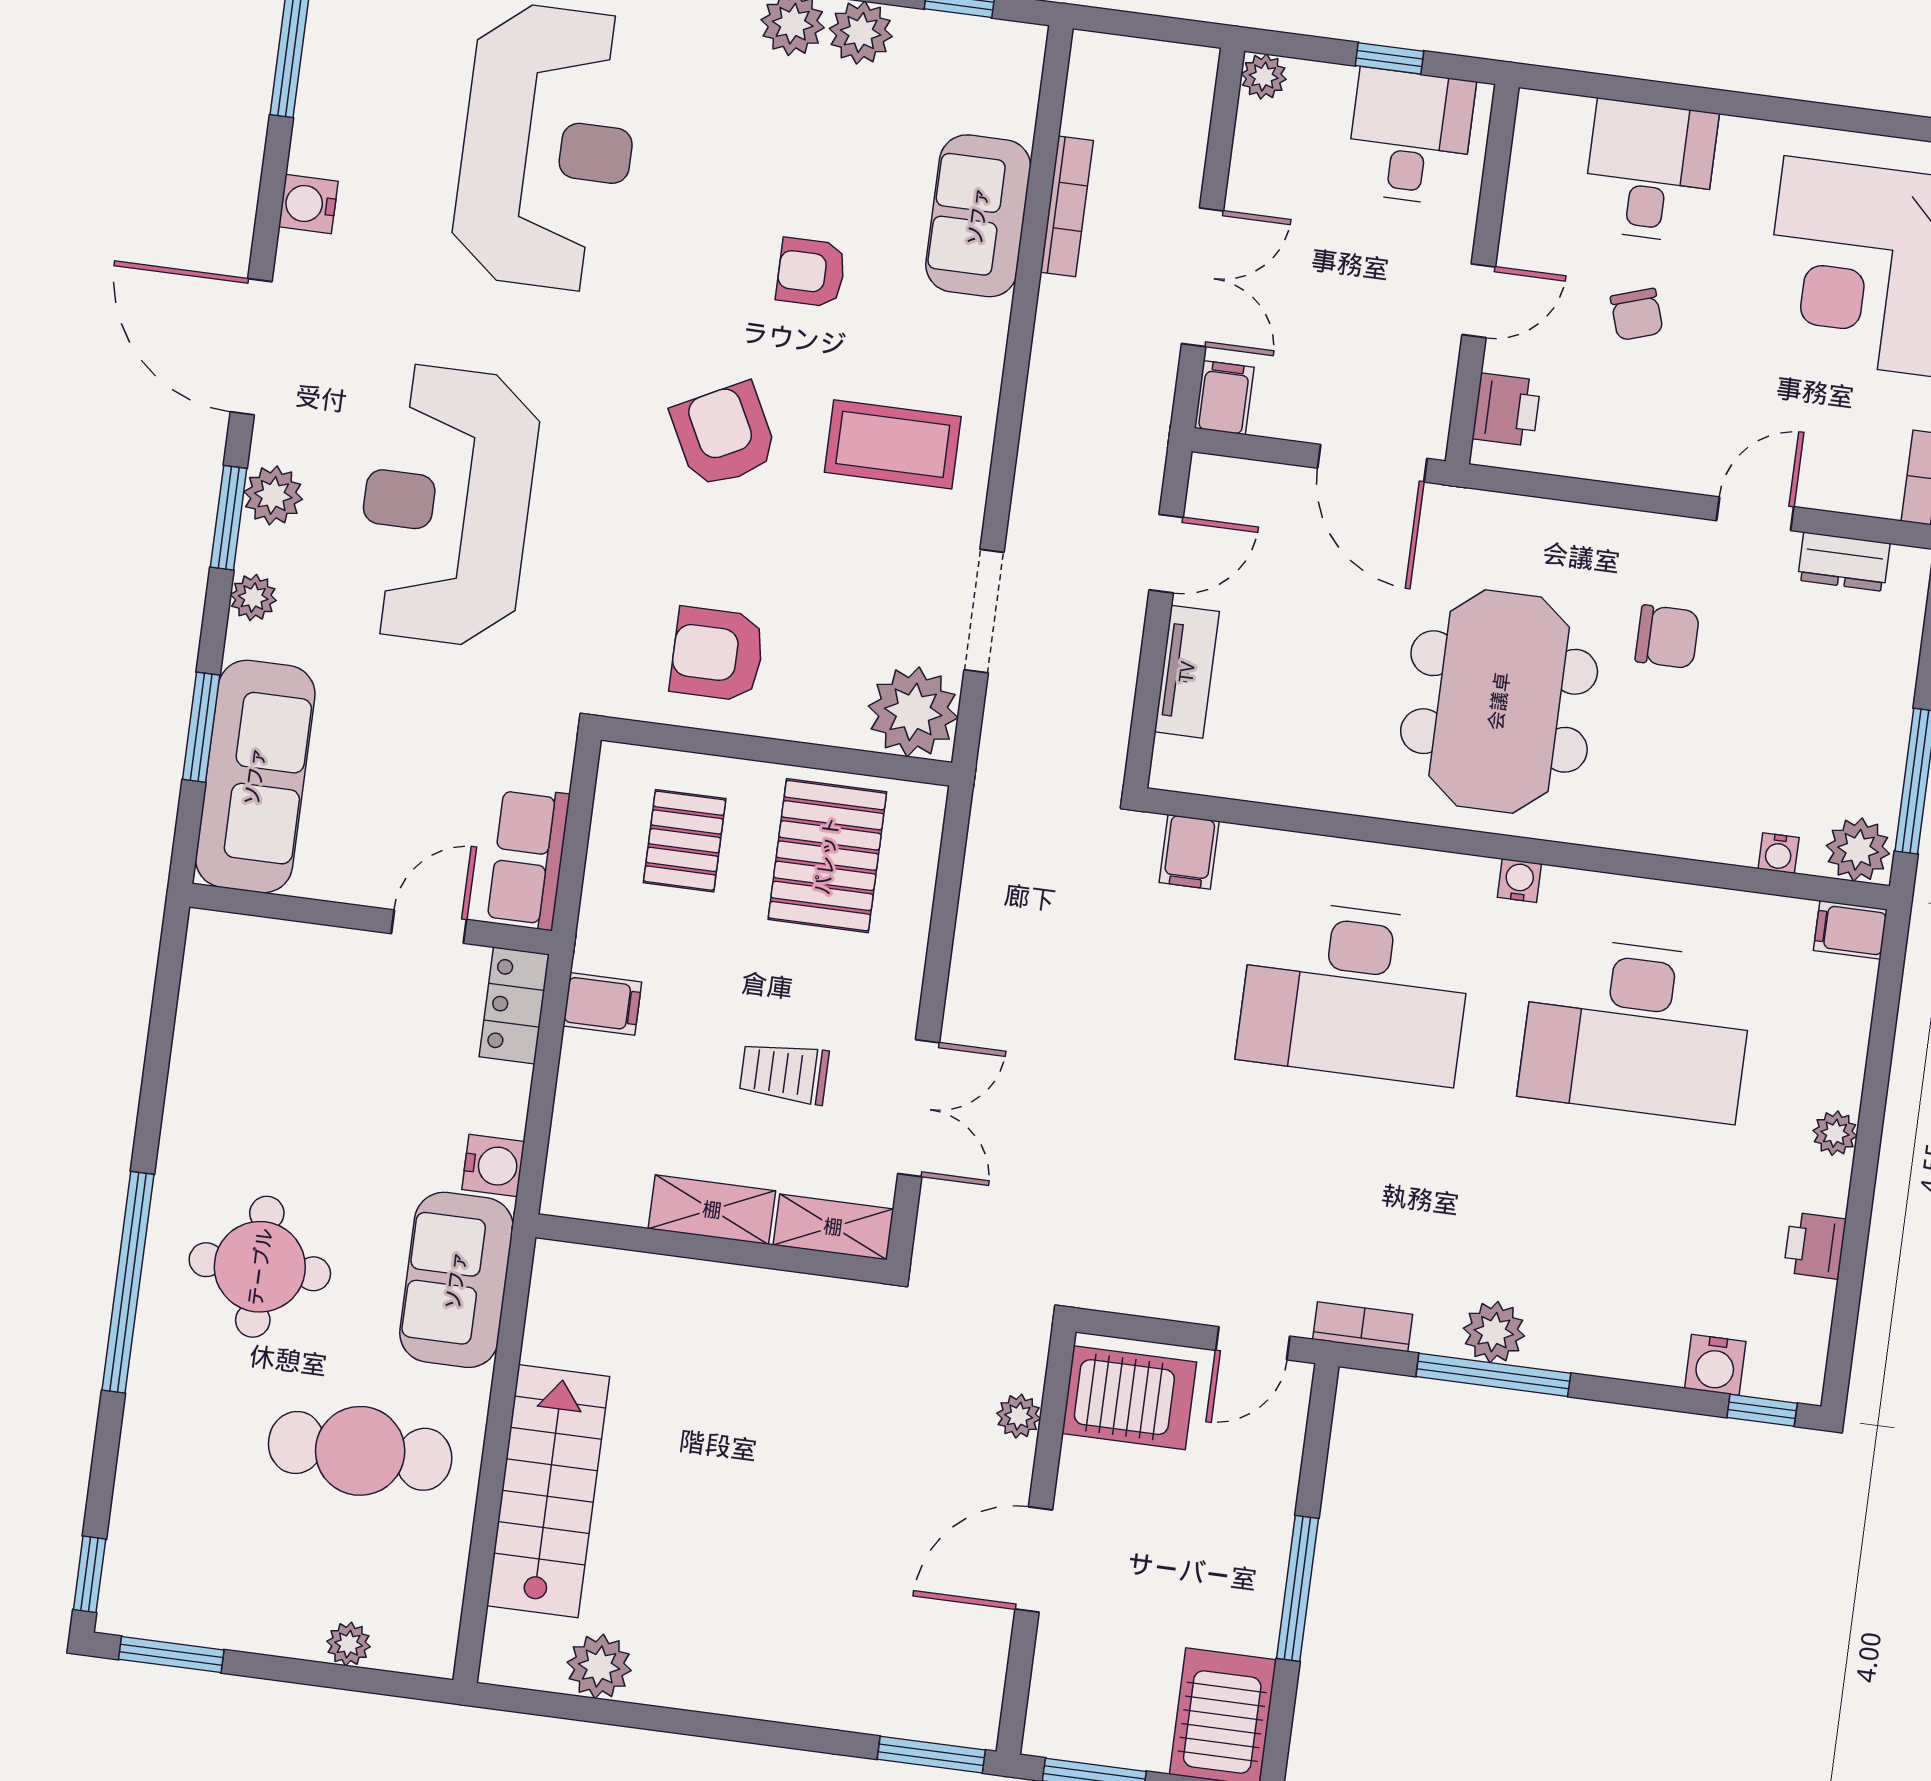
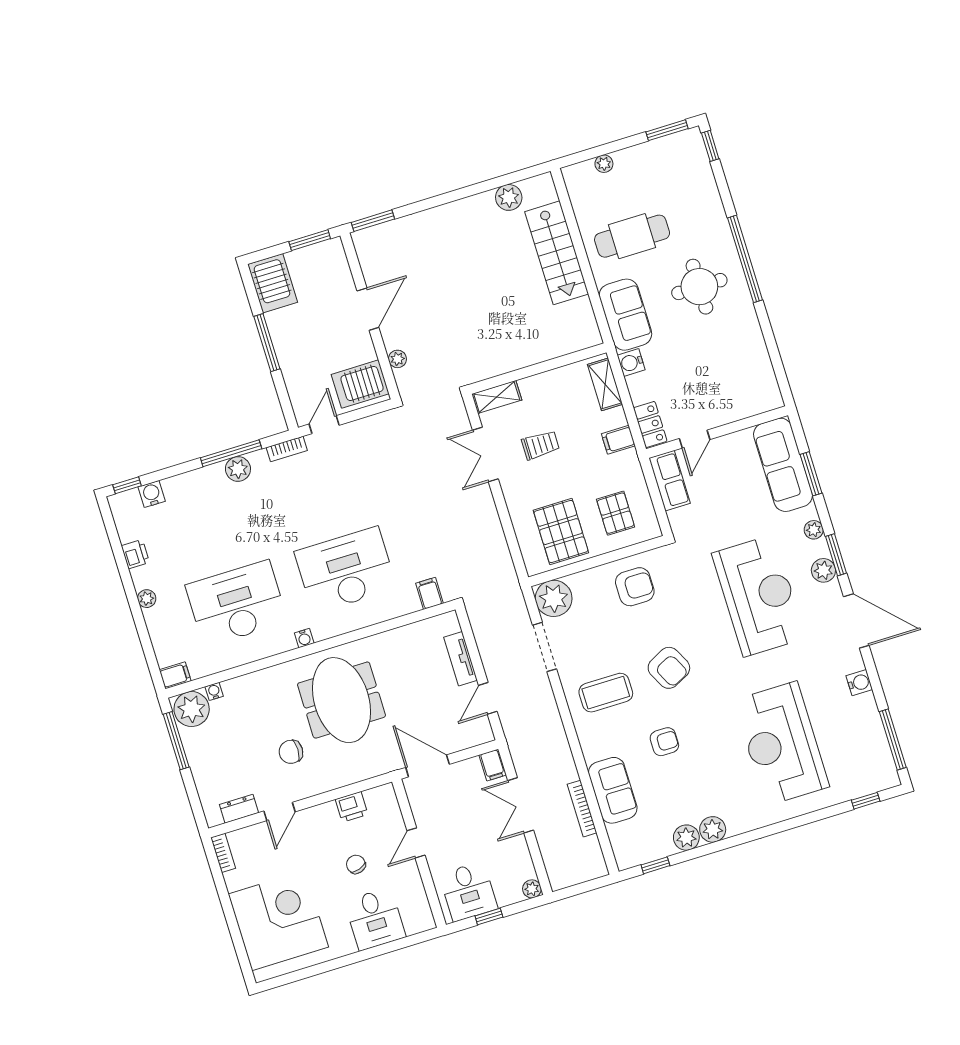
printer: (1507, 410) -> (352, 807), moved, turned -90
plant: (1858, 850) -> (192, 709), width x1.36, depth x1.36
shelving: (712, 1210) -> (605, 384), moved, turned 90

